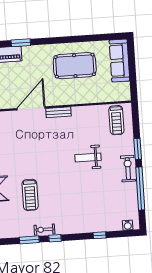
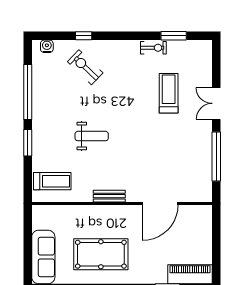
bench: (58, 112) -> (109, 196), moved
treadmill: (116, 120) -> (52, 181), turned 90
exercise bike: (128, 169) -> (85, 67), moved, turned 134
window: (55, 238) -> (141, 36), removed

